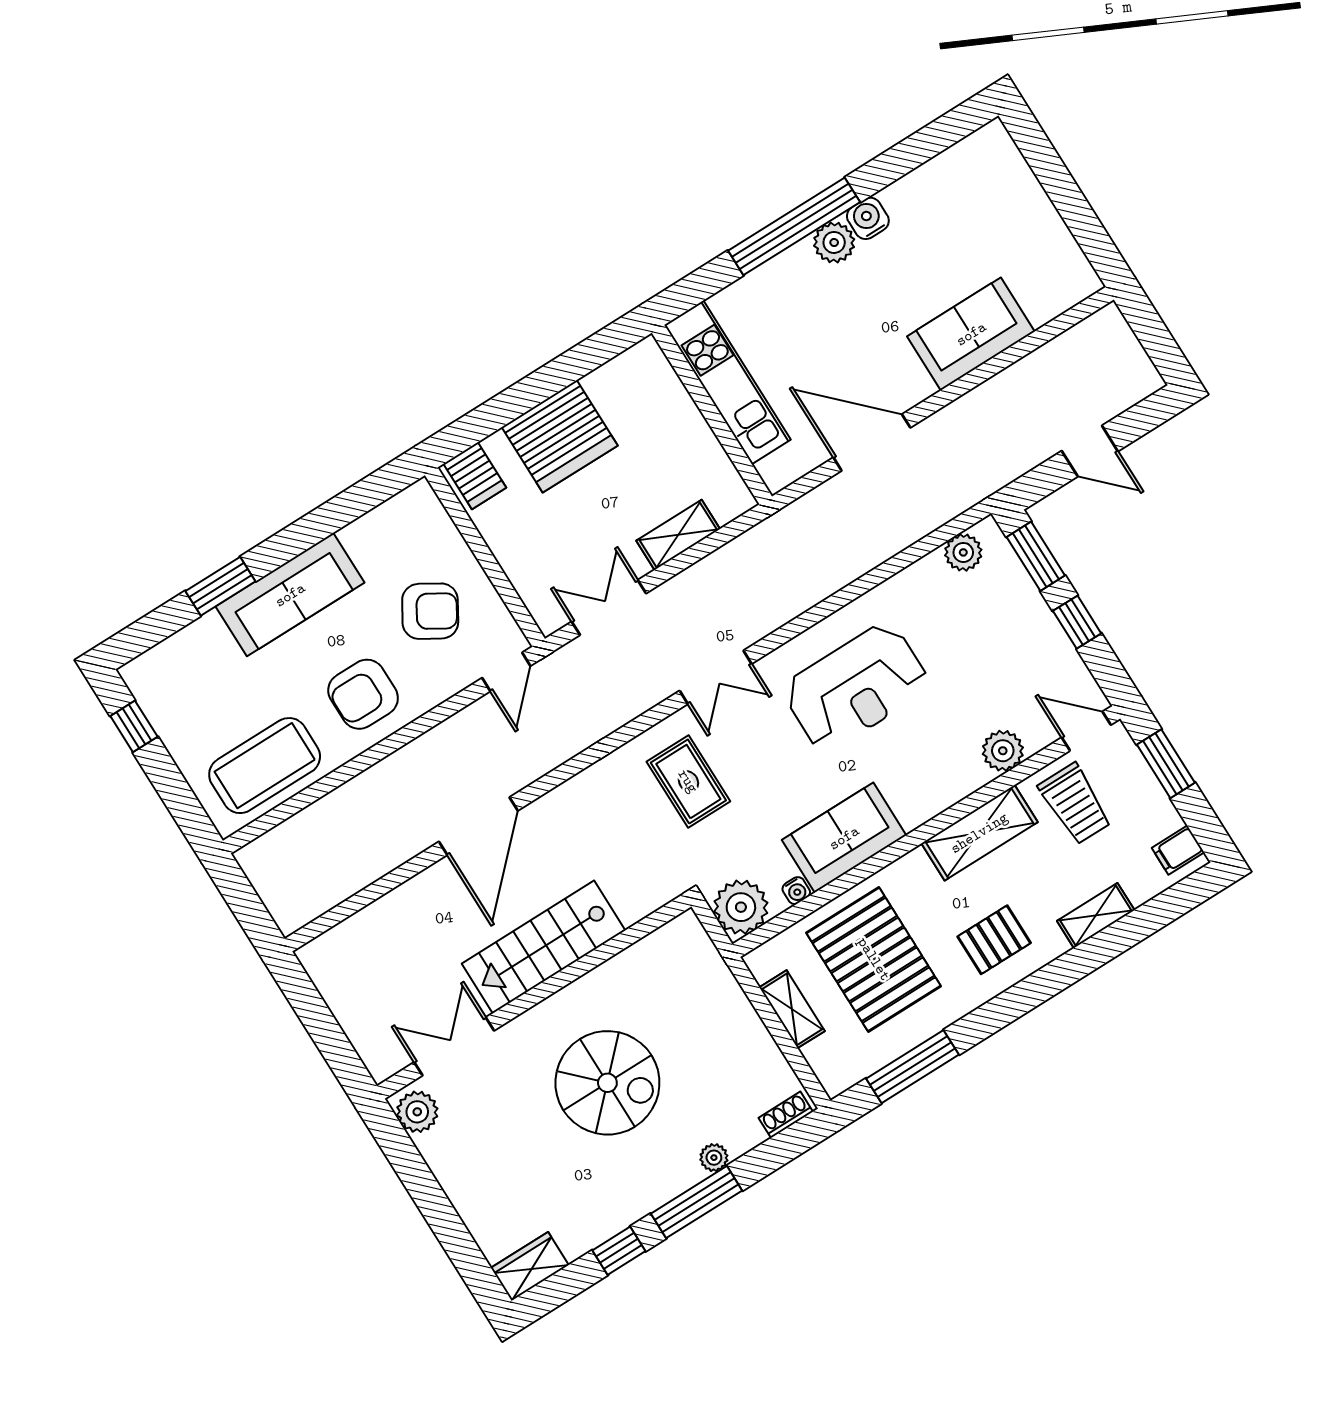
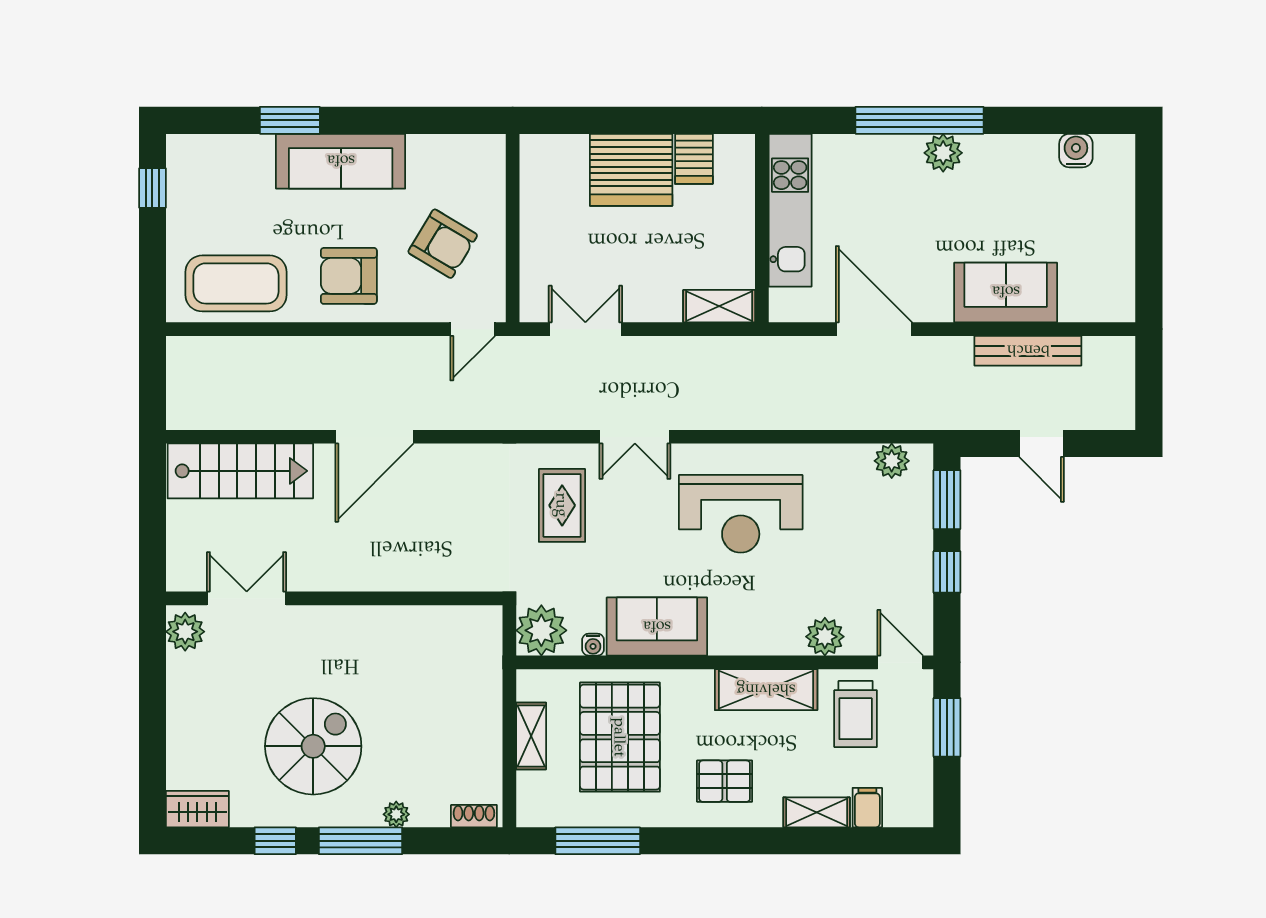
water cooler: (868, 218) -> (1076, 151), moved
bench: (1024, 374) -> (1028, 351), added
server rack: (475, 476) -> (694, 159), moved
shelving: (678, 535) -> (719, 306), moved
filing cabinet: (1178, 850) -> (867, 808), moved, turned 90
stairs: (543, 947) -> (240, 471), moved, turned 180
spiral stairs: (607, 1083) -> (313, 746), moved, turned -90

